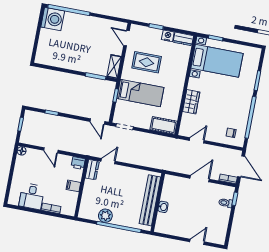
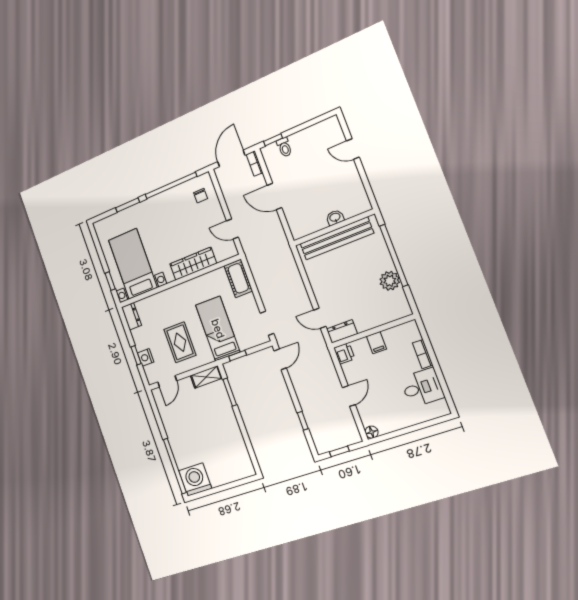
nightstand: (168, 36) -> (146, 357), moved
wardrobe: (191, 102) -> (193, 264), width x1.50

